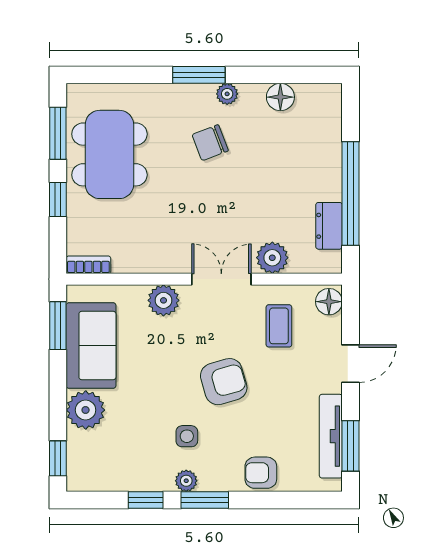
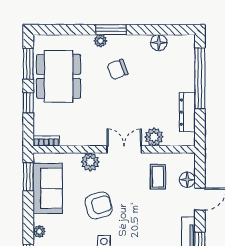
plant: (227, 94) -> (100, 41), moved
window: (350, 194) -> (200, 78), moved
dresser: (329, 226) -> (187, 112), width x1.44
floor lamp: (329, 302) -> (187, 180), moved
armchair: (224, 382) -> (99, 206), moved
plant: (86, 410) -> (39, 231), width x0.53, depth x0.53

